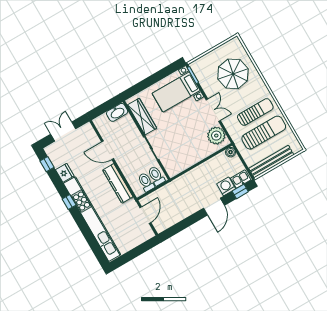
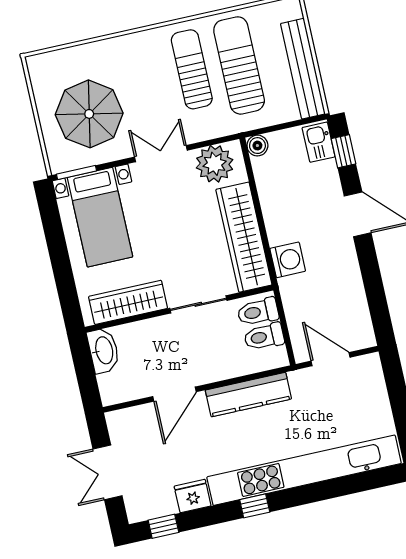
parasol: (233, 74) -> (89, 114), moved
wardrobe: (188, 159) -> (244, 237), added
washing machine: (226, 186) -> (288, 260), moved, turned 180

